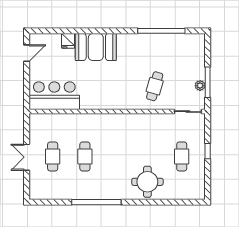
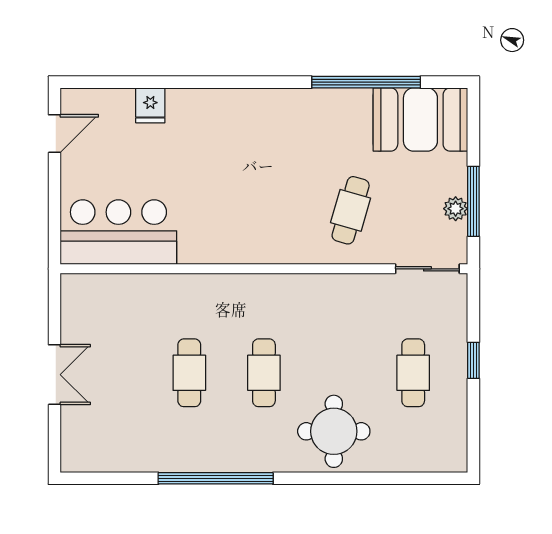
booth: (96, 47) -> (420, 119), moved
cafe table: (53, 156) -> (264, 373), moved
double door: (27, 157) -> (54, 375), swing flipped

